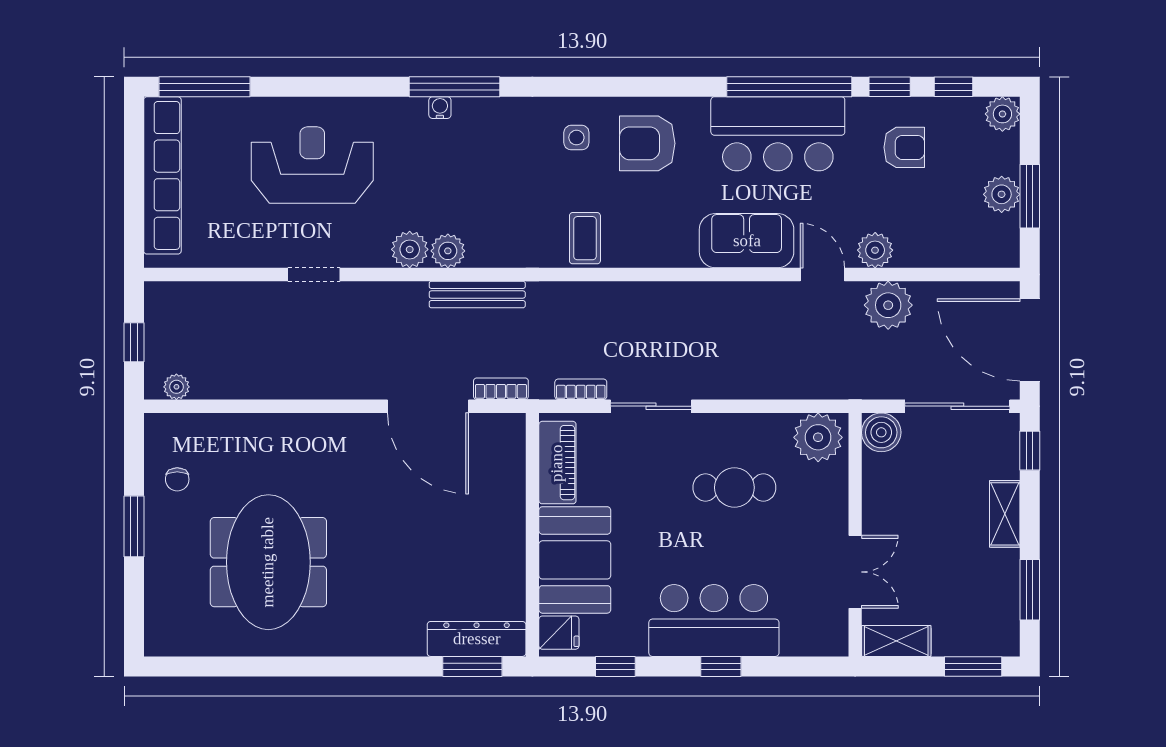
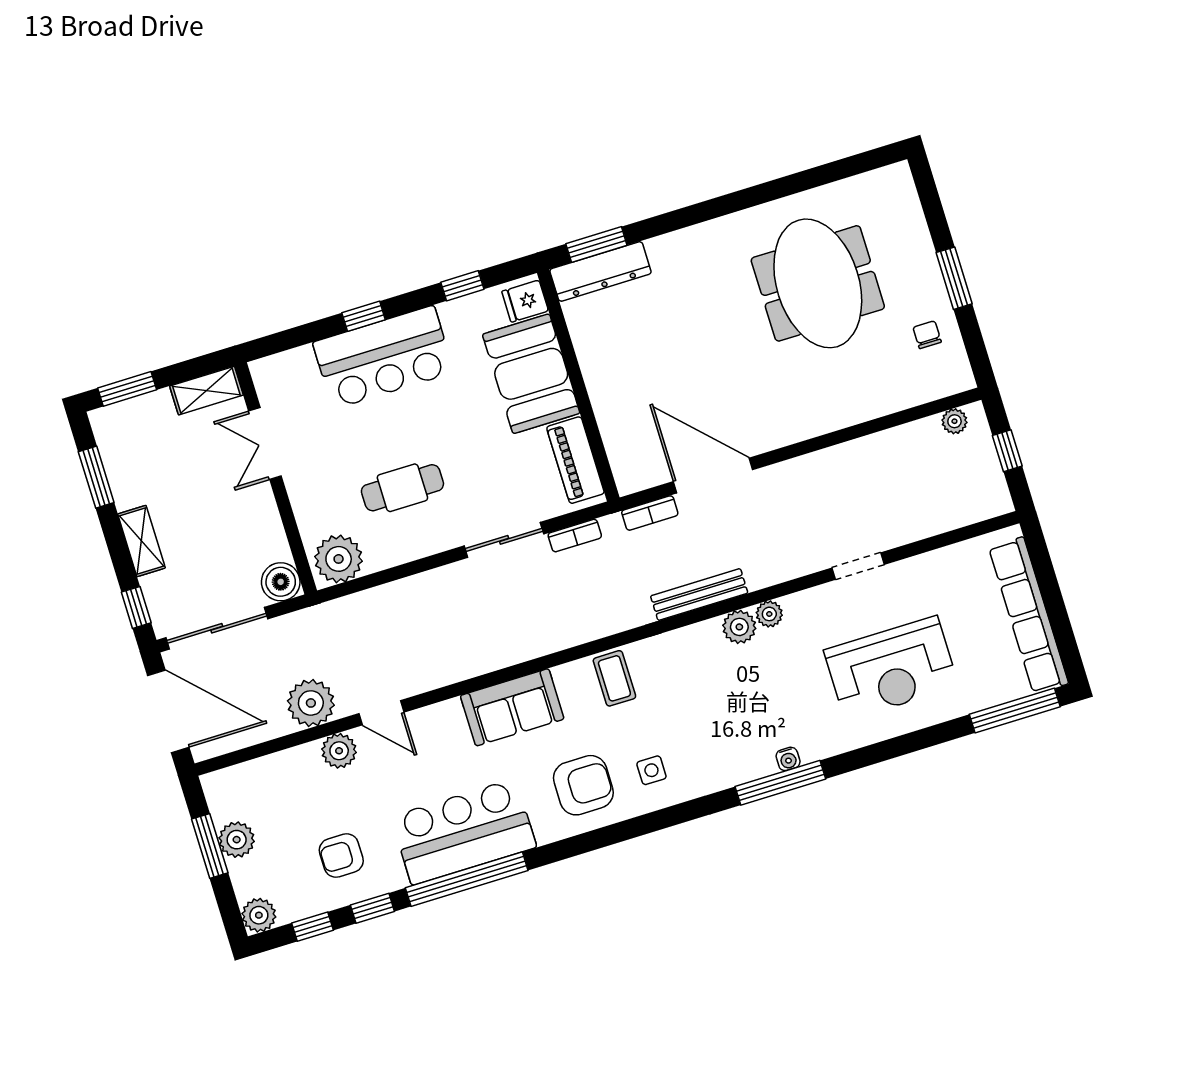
sofa: (747, 241) -> (512, 707), moved
plant: (410, 249) -> (769, 614), width x0.73, depth x0.73

